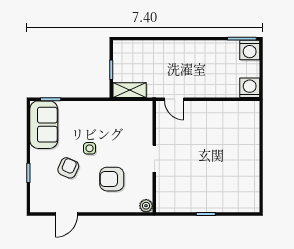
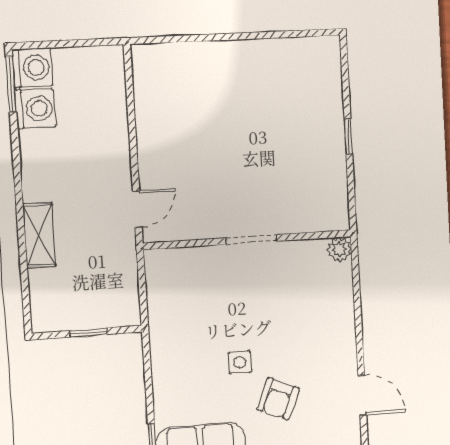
washing machine: (250, 88) -> (35, 109), moved, turned 180
shelving: (130, 90) -> (39, 235), moved
armchair: (68, 168) -> (278, 399), turned -91
armchair: (112, 179) -> (294, 317), removed

